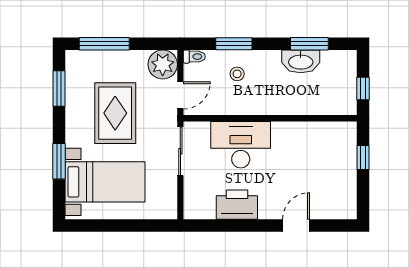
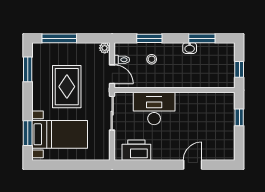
toilet: (194, 57) -> (122, 60), moved
washbasin: (301, 61) -> (190, 48), width x0.52, depth x0.69
plant: (163, 64) -> (105, 48), width x0.53, depth x0.53
door: (180, 95) -> (112, 74), hinge flipped
window: (59, 161) -> (28, 133), moved
printer: (237, 205) -> (136, 150), moved

